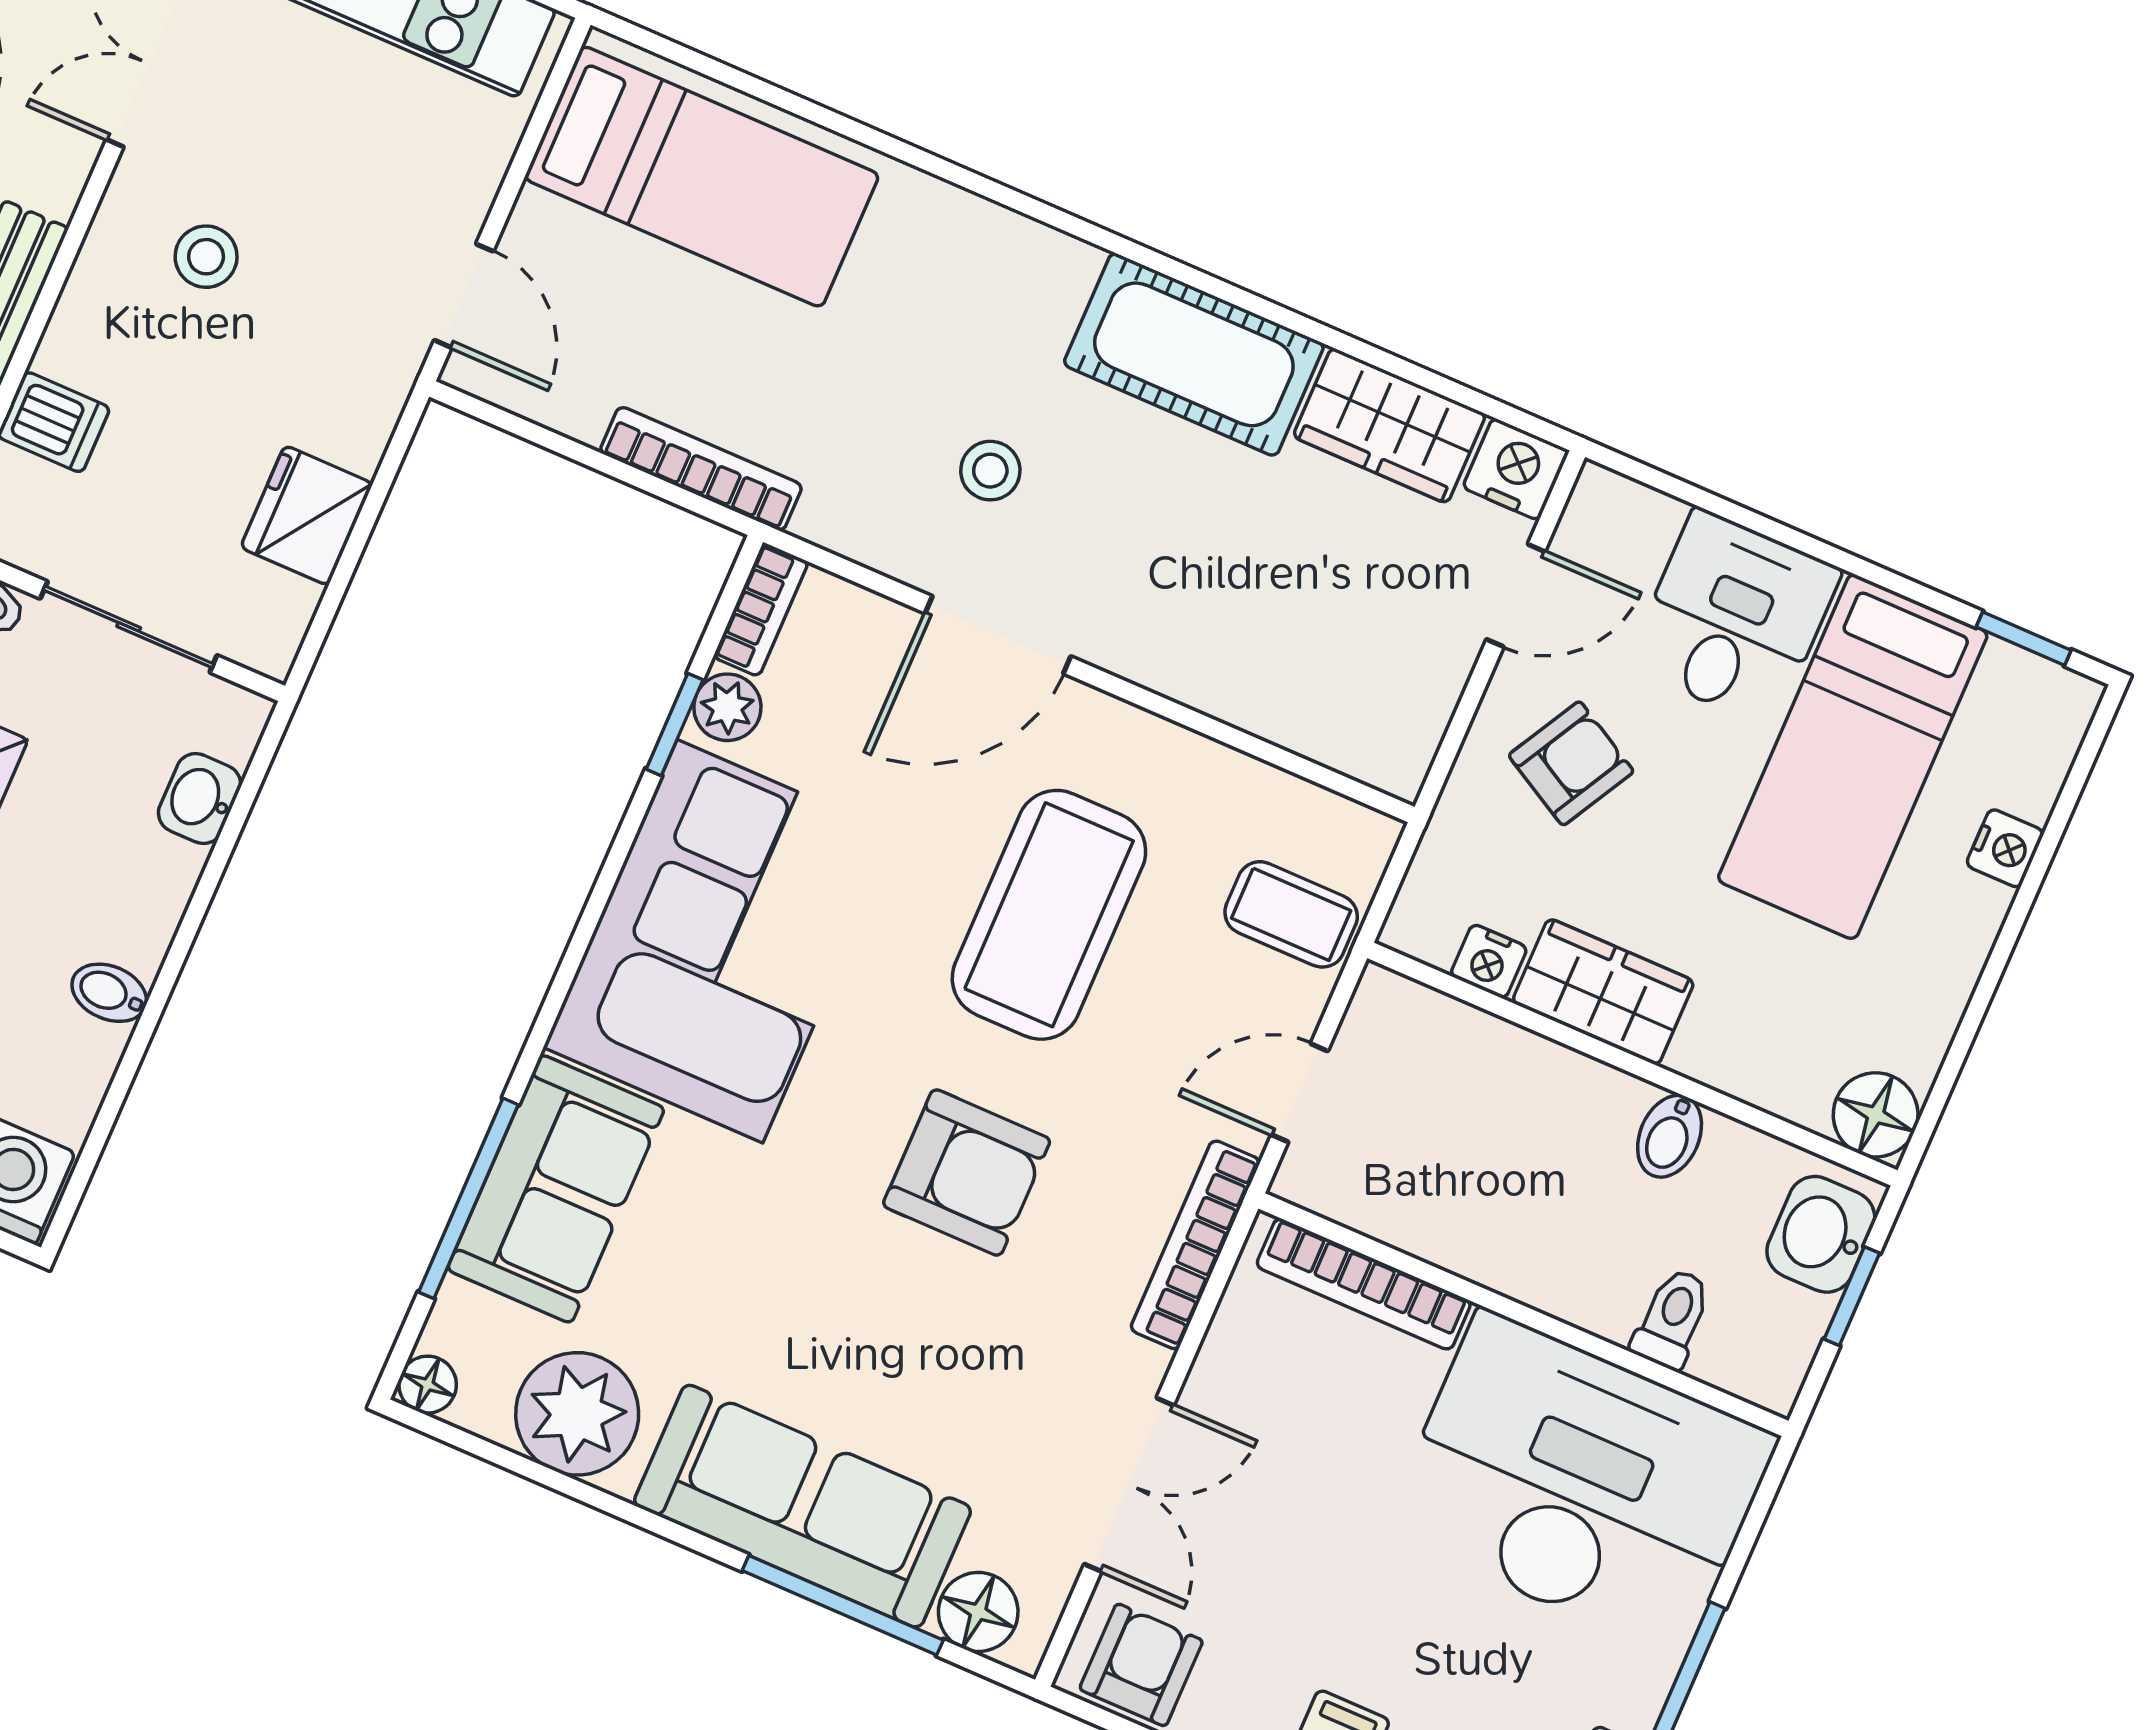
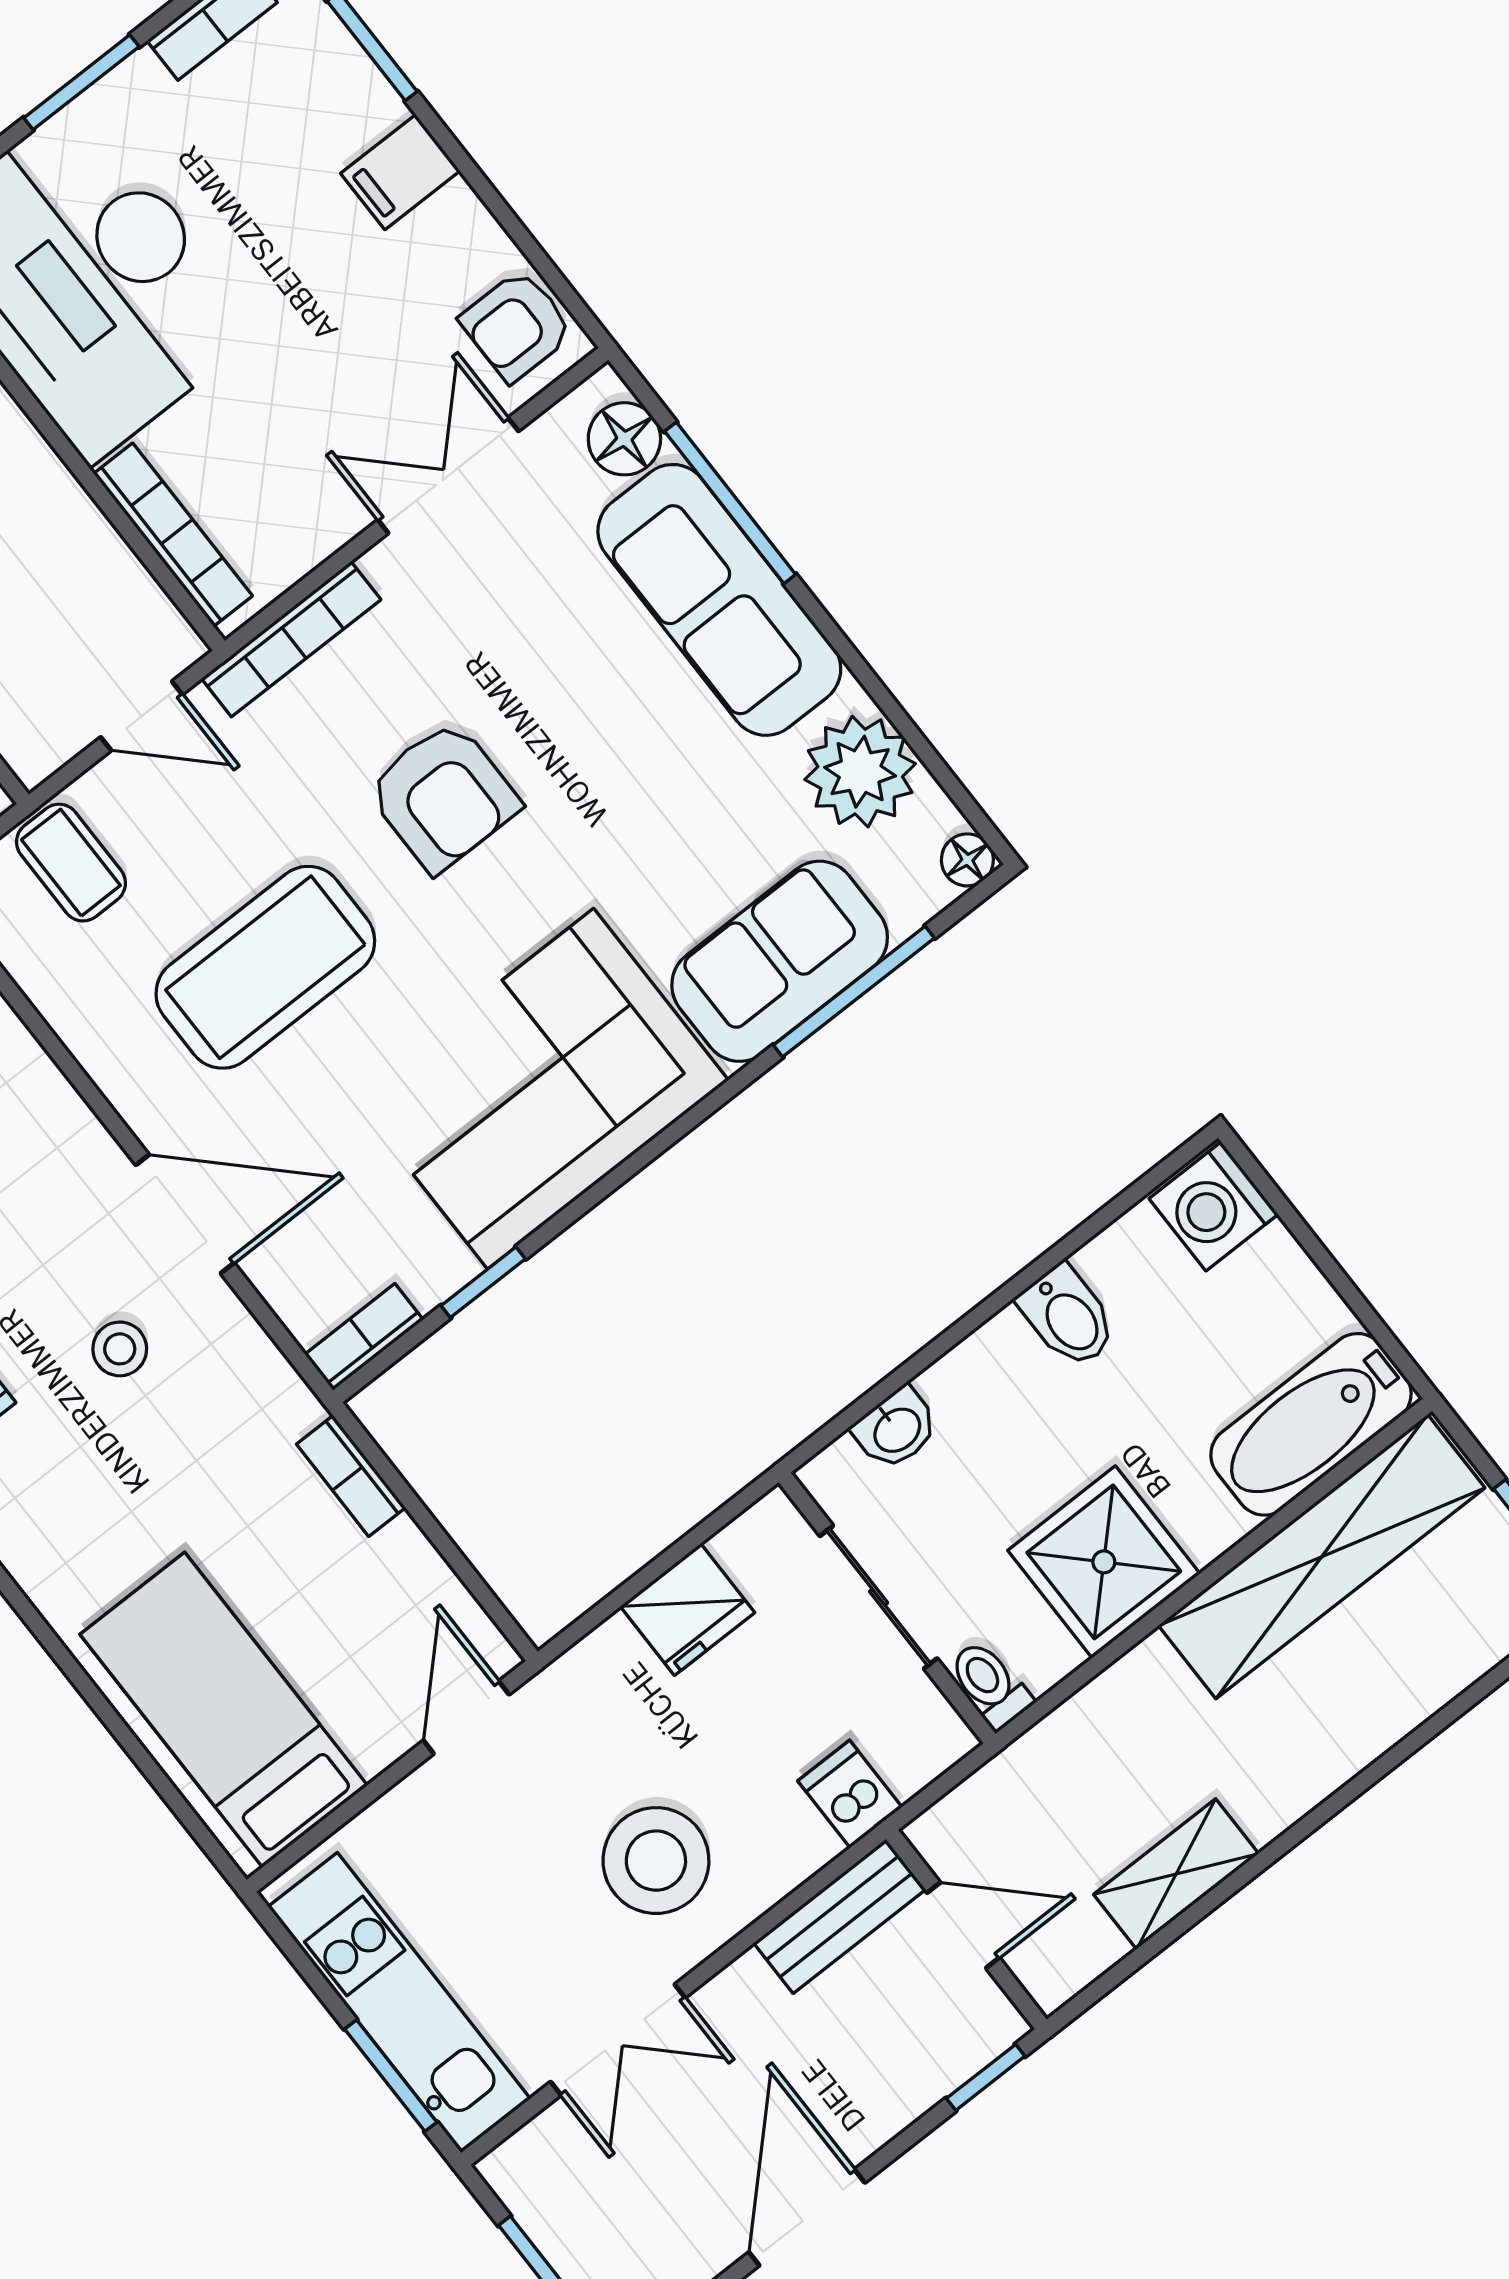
stool: (206, 257) -> (656, 1861), width x1.89, depth x1.89
bookcase: (701, 469) -> (351, 1476), width x0.64
plant: (727, 707) -> (433, 1273), removed
bidet: (109, 993) -> (1068, 1317), width x1.38, depth x1.36
armchair: (967, 1173) -> (443, 796), turned 180

